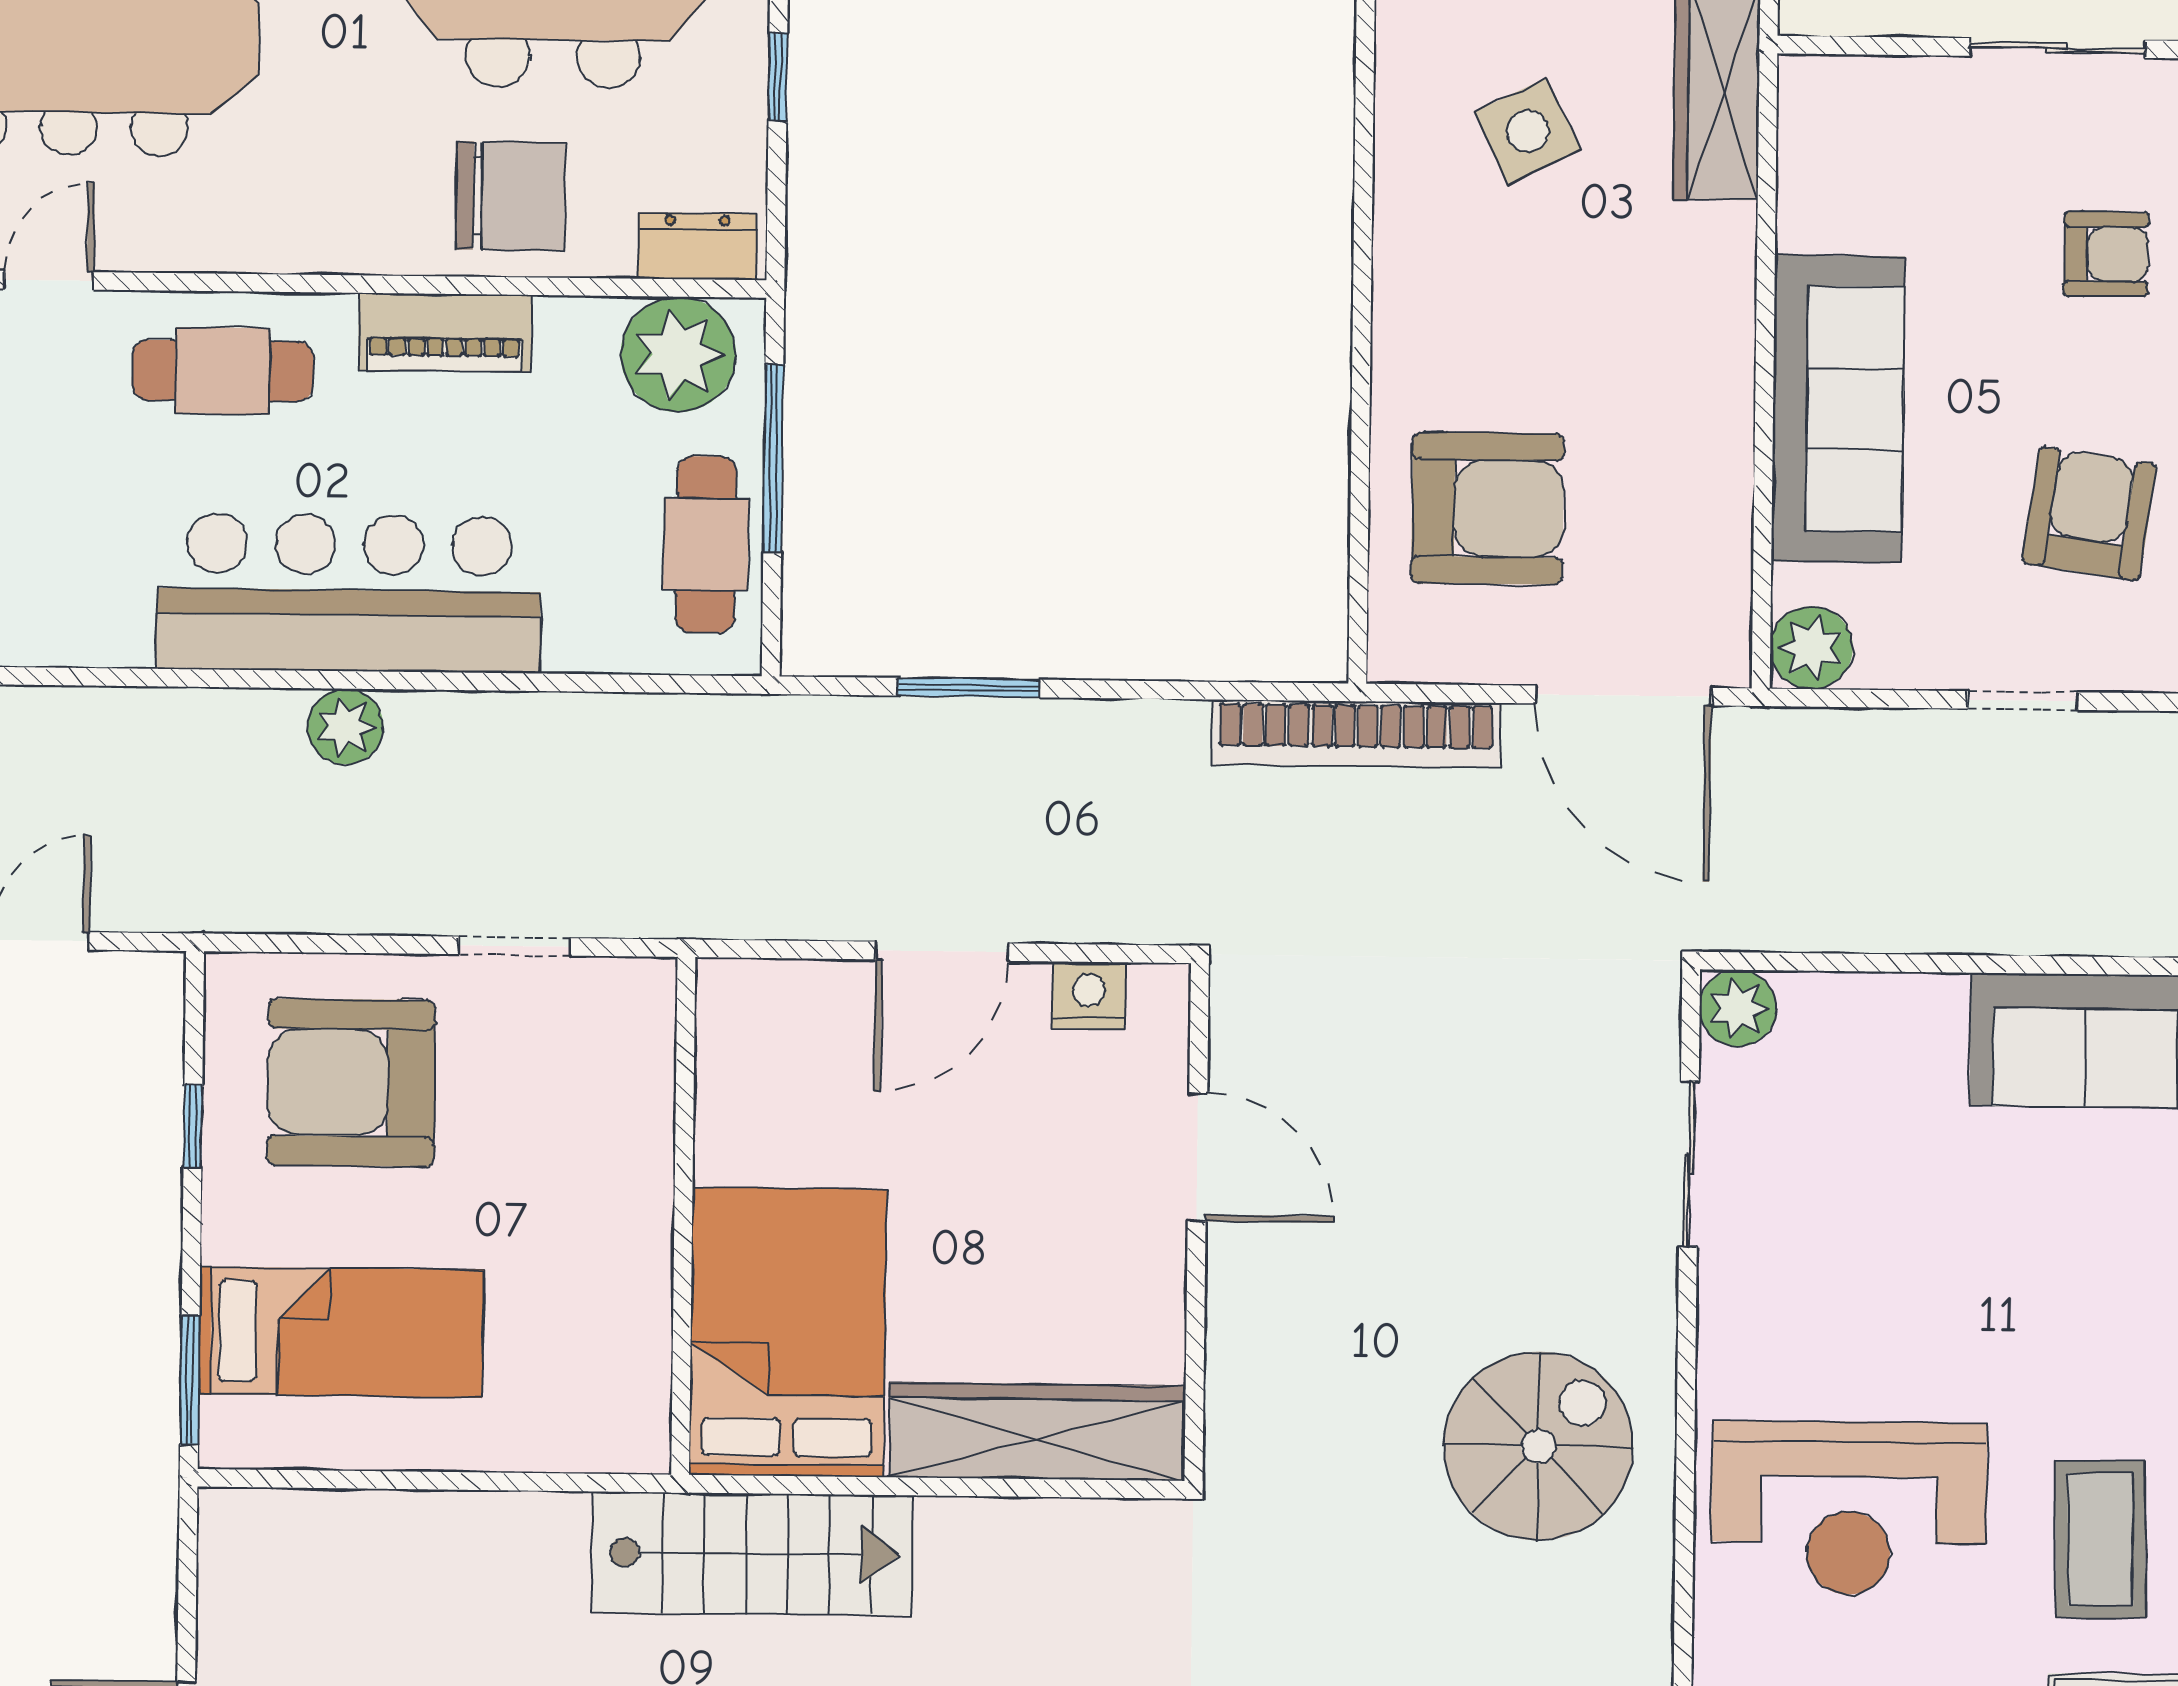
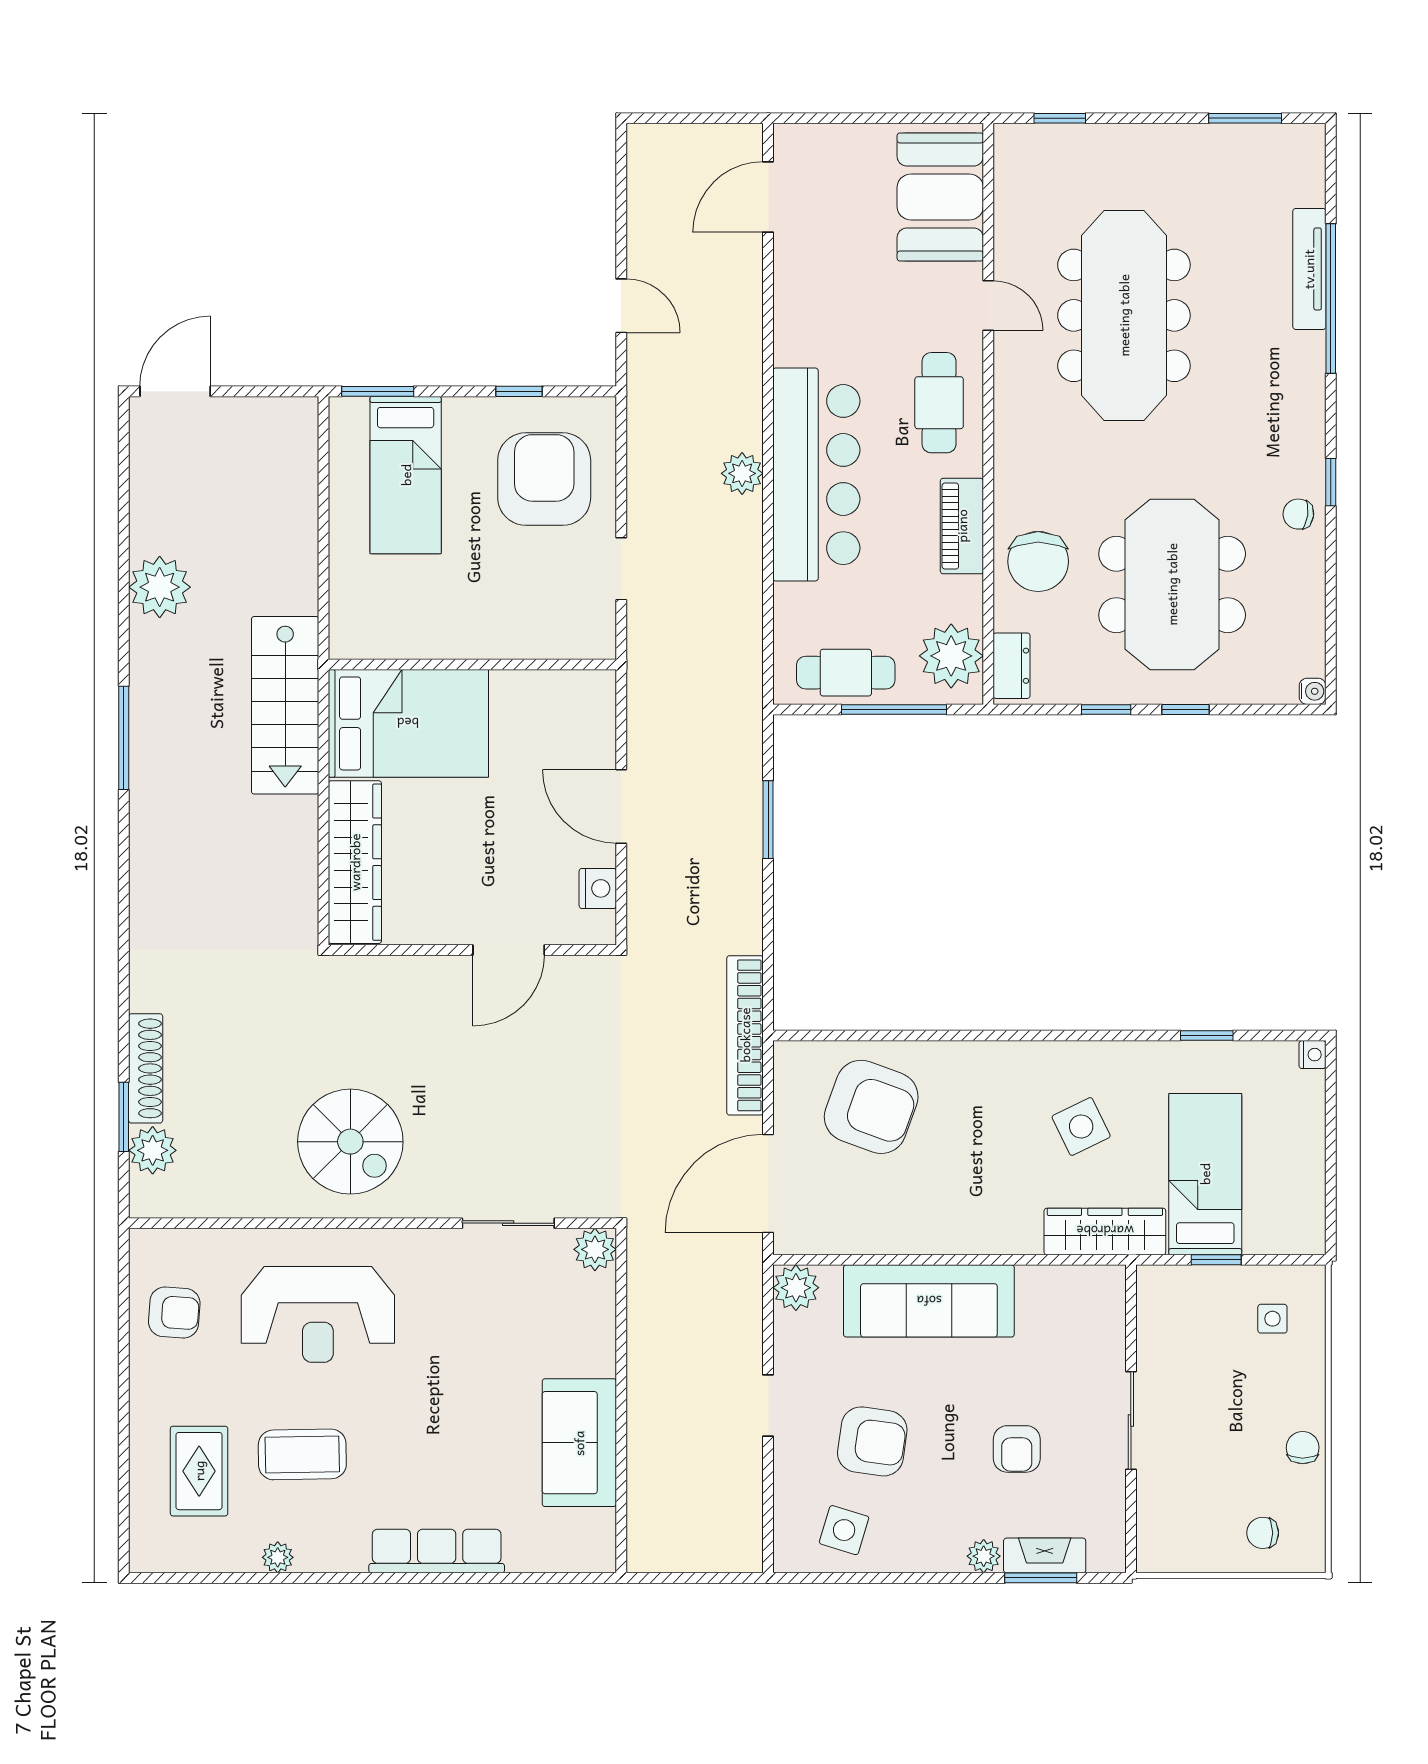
armchair: (1488, 508) -> (871, 1107), turned -70
reception desk: (1849, 1508) -> (318, 1314), turned -90

